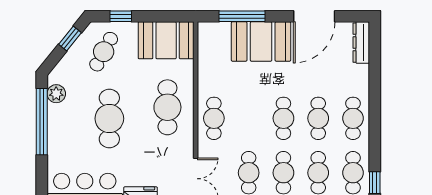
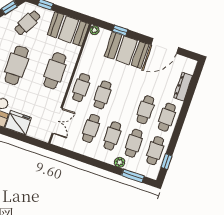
window: (242, 16) -> (120, 31), width x0.46
plant: (204, 29) -> (94, 30), added
dresser: (361, 43) -> (183, 87), moved
cafe table: (283, 118) -> (103, 95), moved

